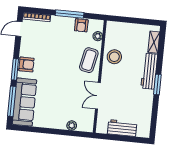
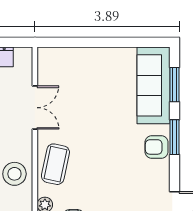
window: (12, 101) -> (174, 85), width x0.69
plant: (72, 125) -> (73, 55), removed

